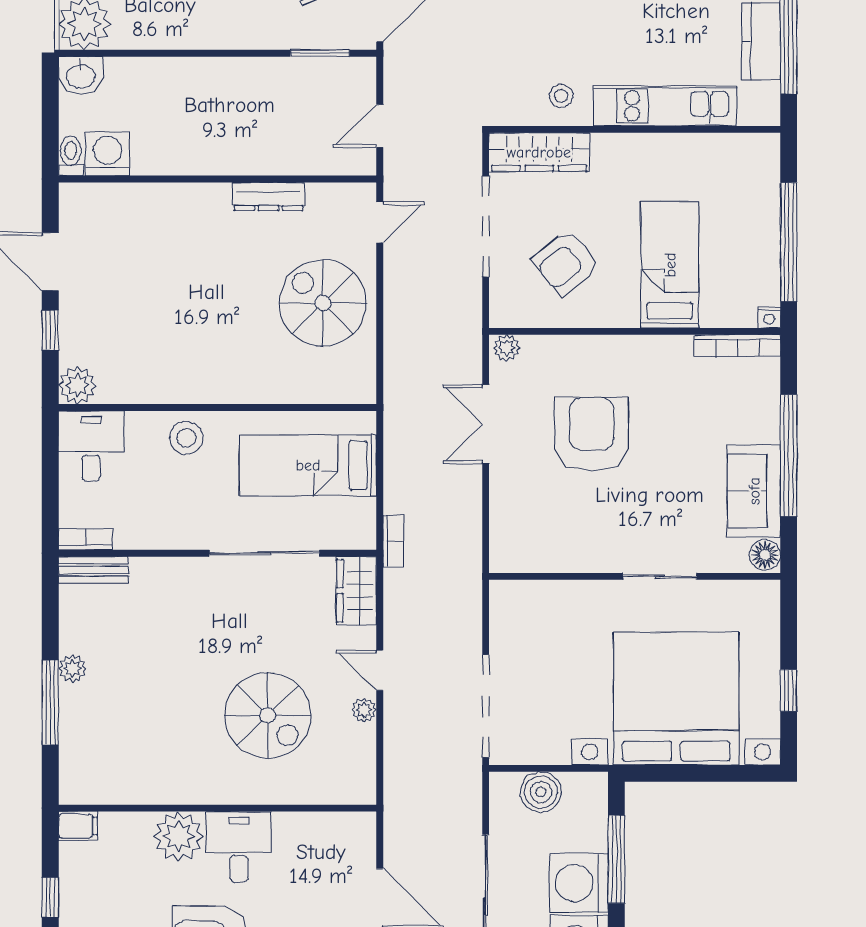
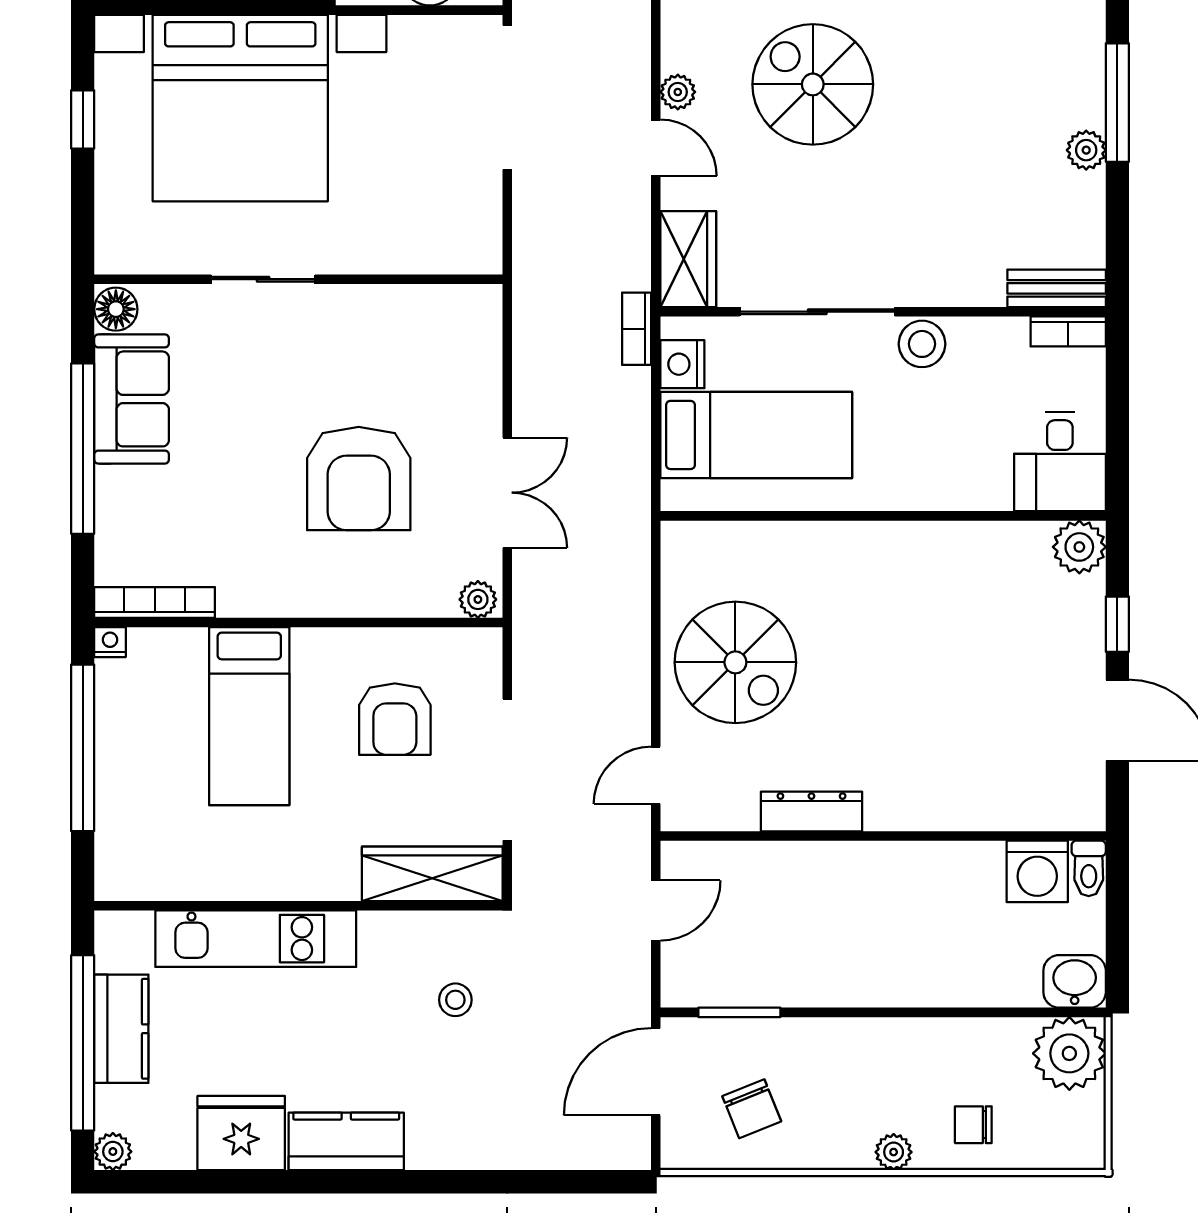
stool: (561, 96) -> (455, 1000), moved
armchair: (566, 262) -> (395, 719), turned 129
stool: (186, 438) -> (922, 344), moved
nightstand: (361, 516) -> (682, 364), added

